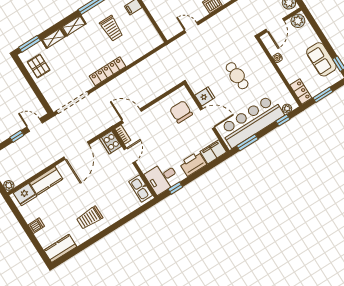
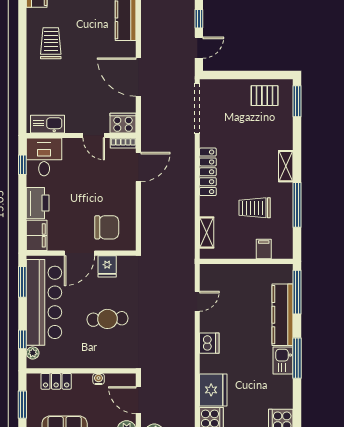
shelving: (54, 38) -> (207, 232), moved
locker: (301, 92) -> (56, 381), moved

